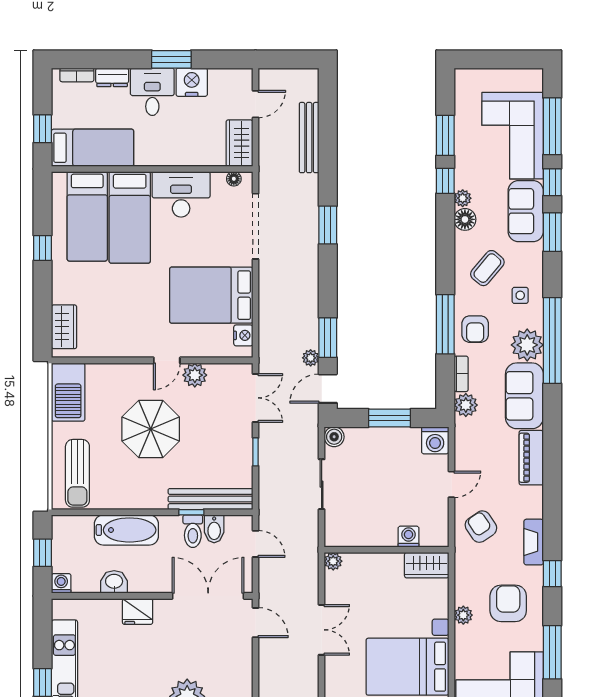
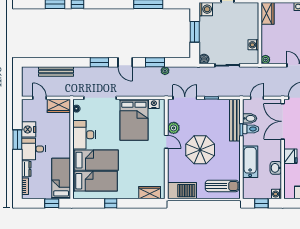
door: (328, 389) -> (125, 62), moved
washing machine: (409, 537) -> (253, 45), moved

